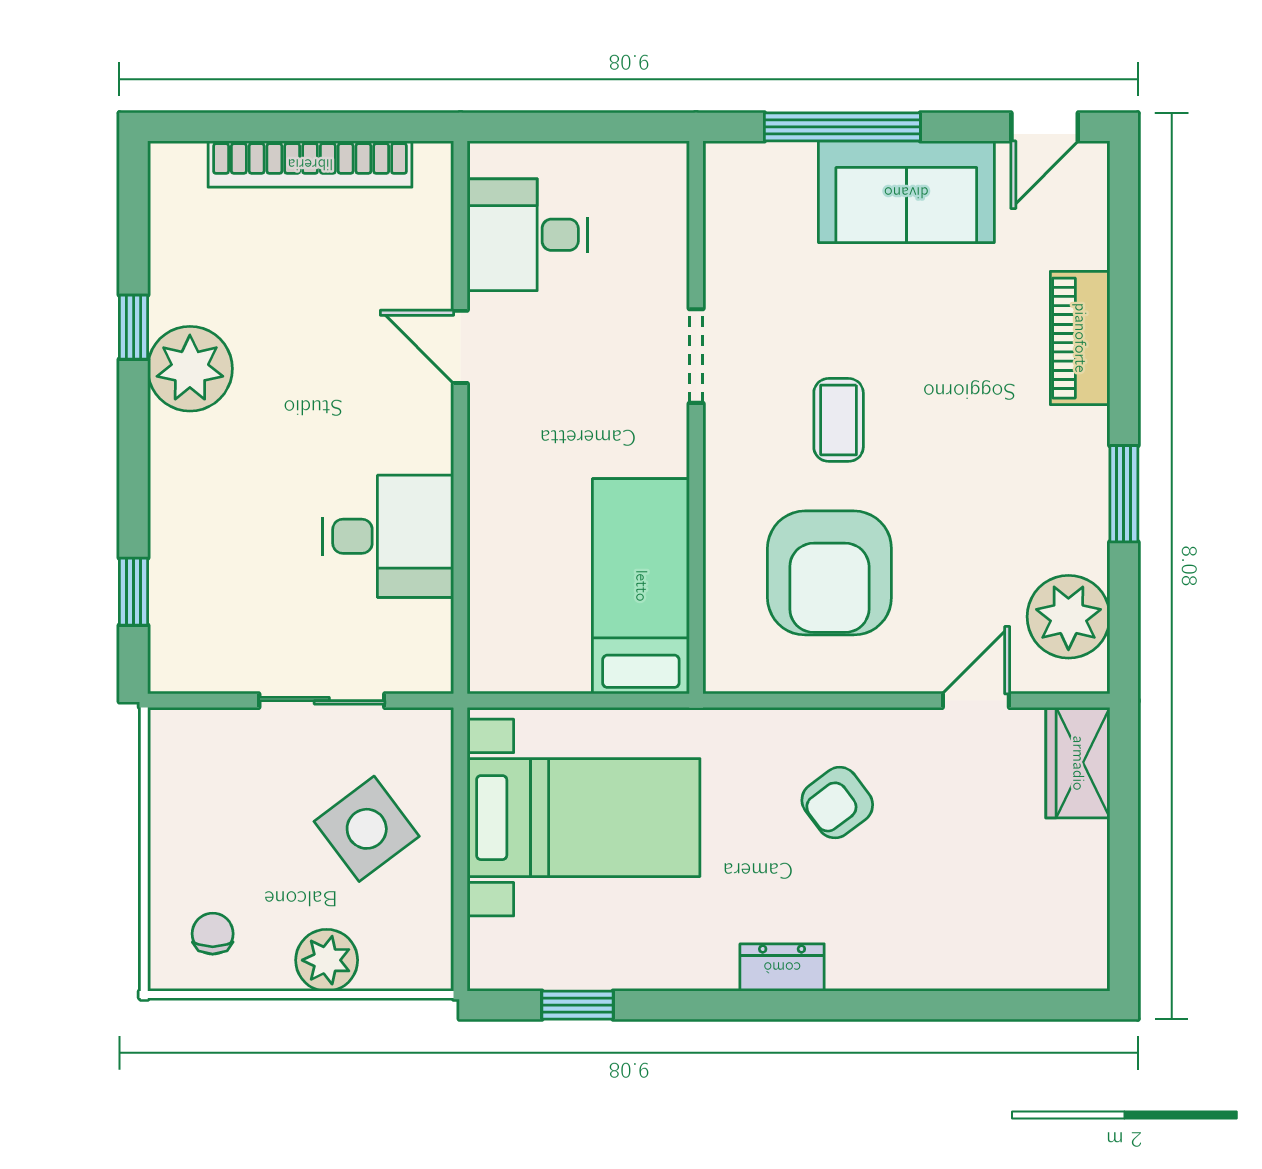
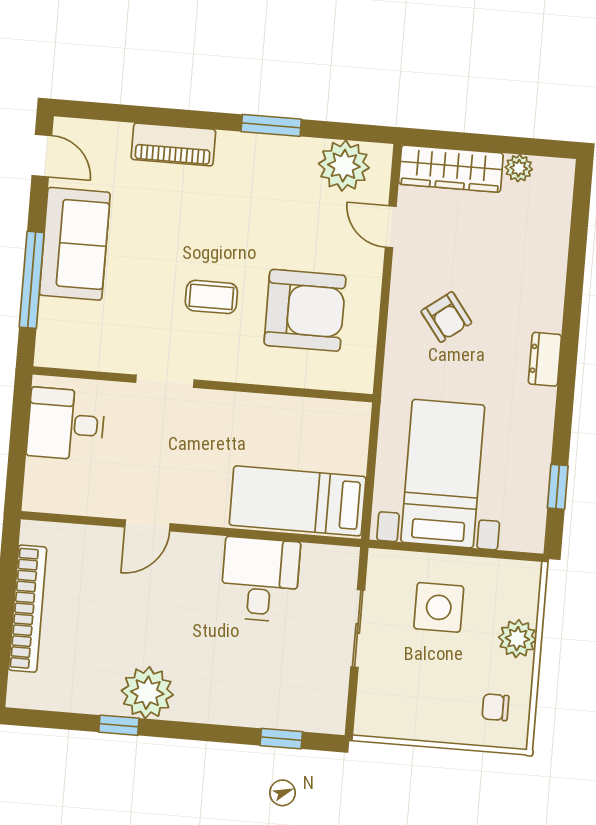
desk: (528, 235) -> (66, 424), moved, turned 90
bed: (641, 586) -> (298, 501), moved
wardrobe: (1078, 763) -> (451, 169), width x1.50
side table: (367, 829) -> (439, 607), turned 37
plant: (1088, 900) -> (519, 168), added

